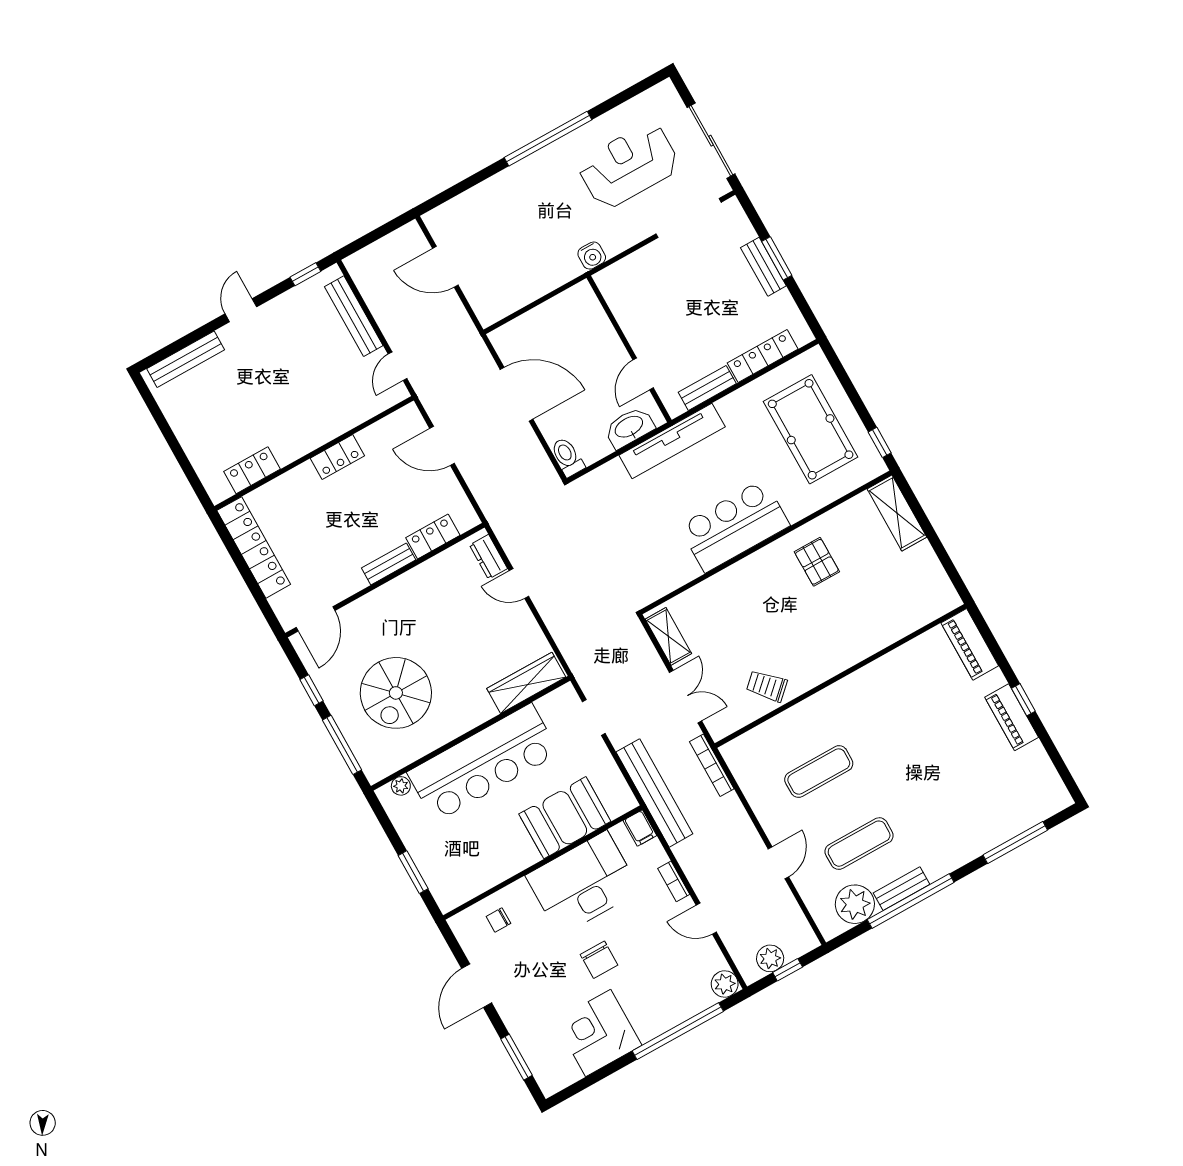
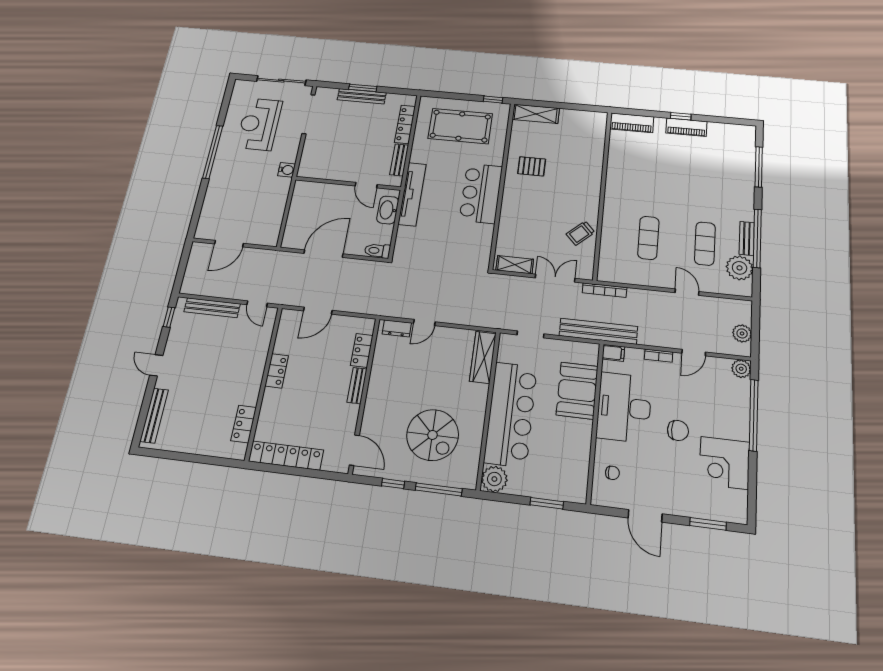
bench: (763, 267) -> (362, 96), width x1.36
plant: (401, 786) -> (494, 479), width x1.87, depth x1.87
chair: (498, 920) -> (612, 473), turned -90
window: (788, 970) -> (755, 328), removed

